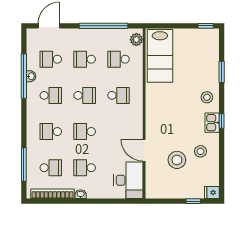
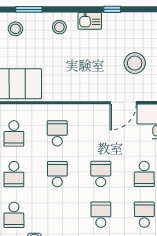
school desk: (51, 95) -> (57, 215), removed
window: (222, 121) -> (112, 9), moved
school desk: (51, 132) -> (101, 215), turned 180
school desk: (85, 132) -> (101, 174), turned 180
stool: (201, 151) -> (15, 29), moved

